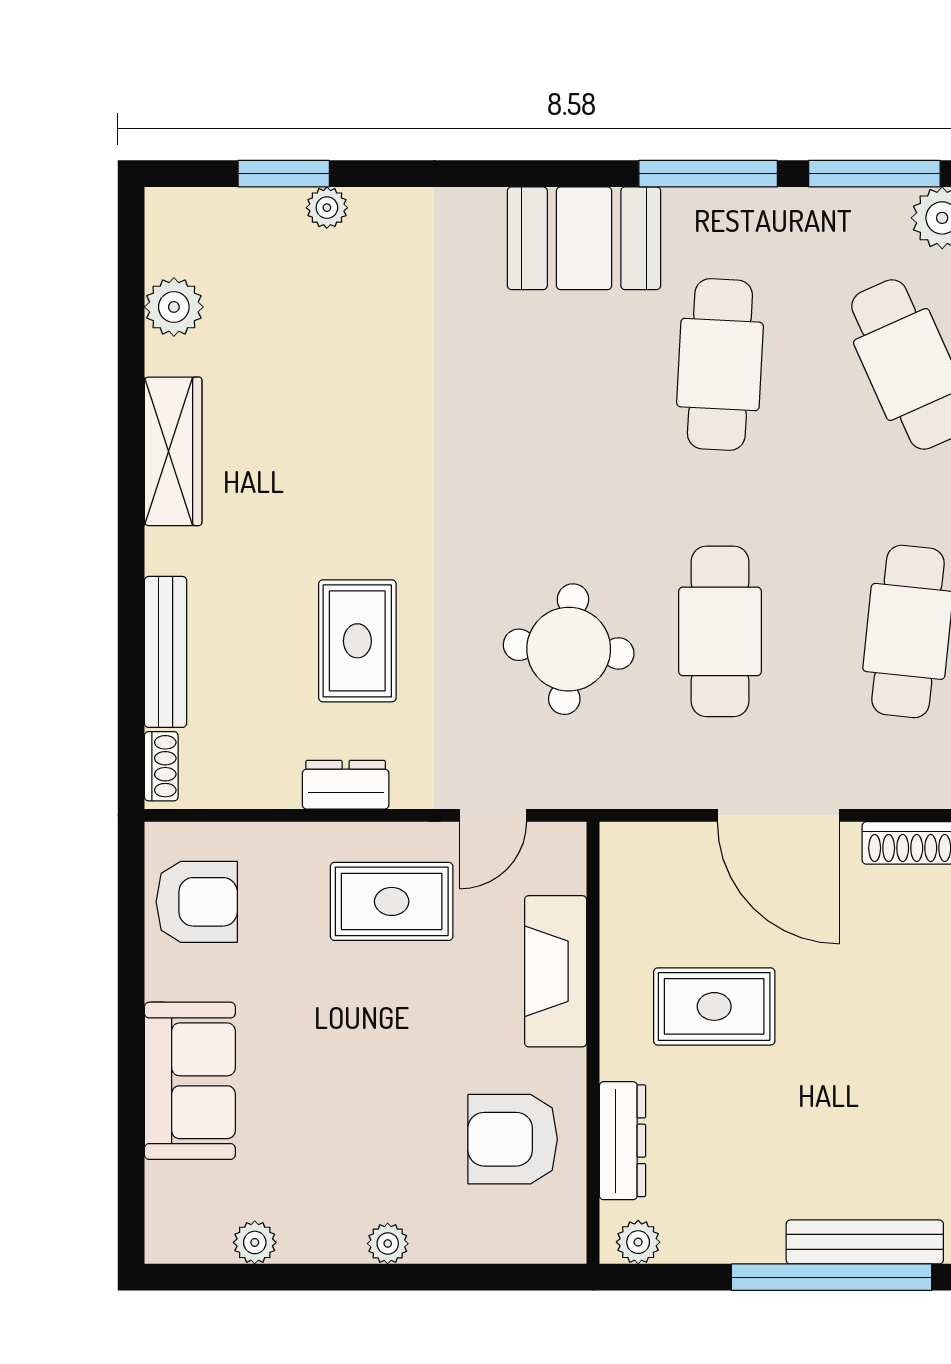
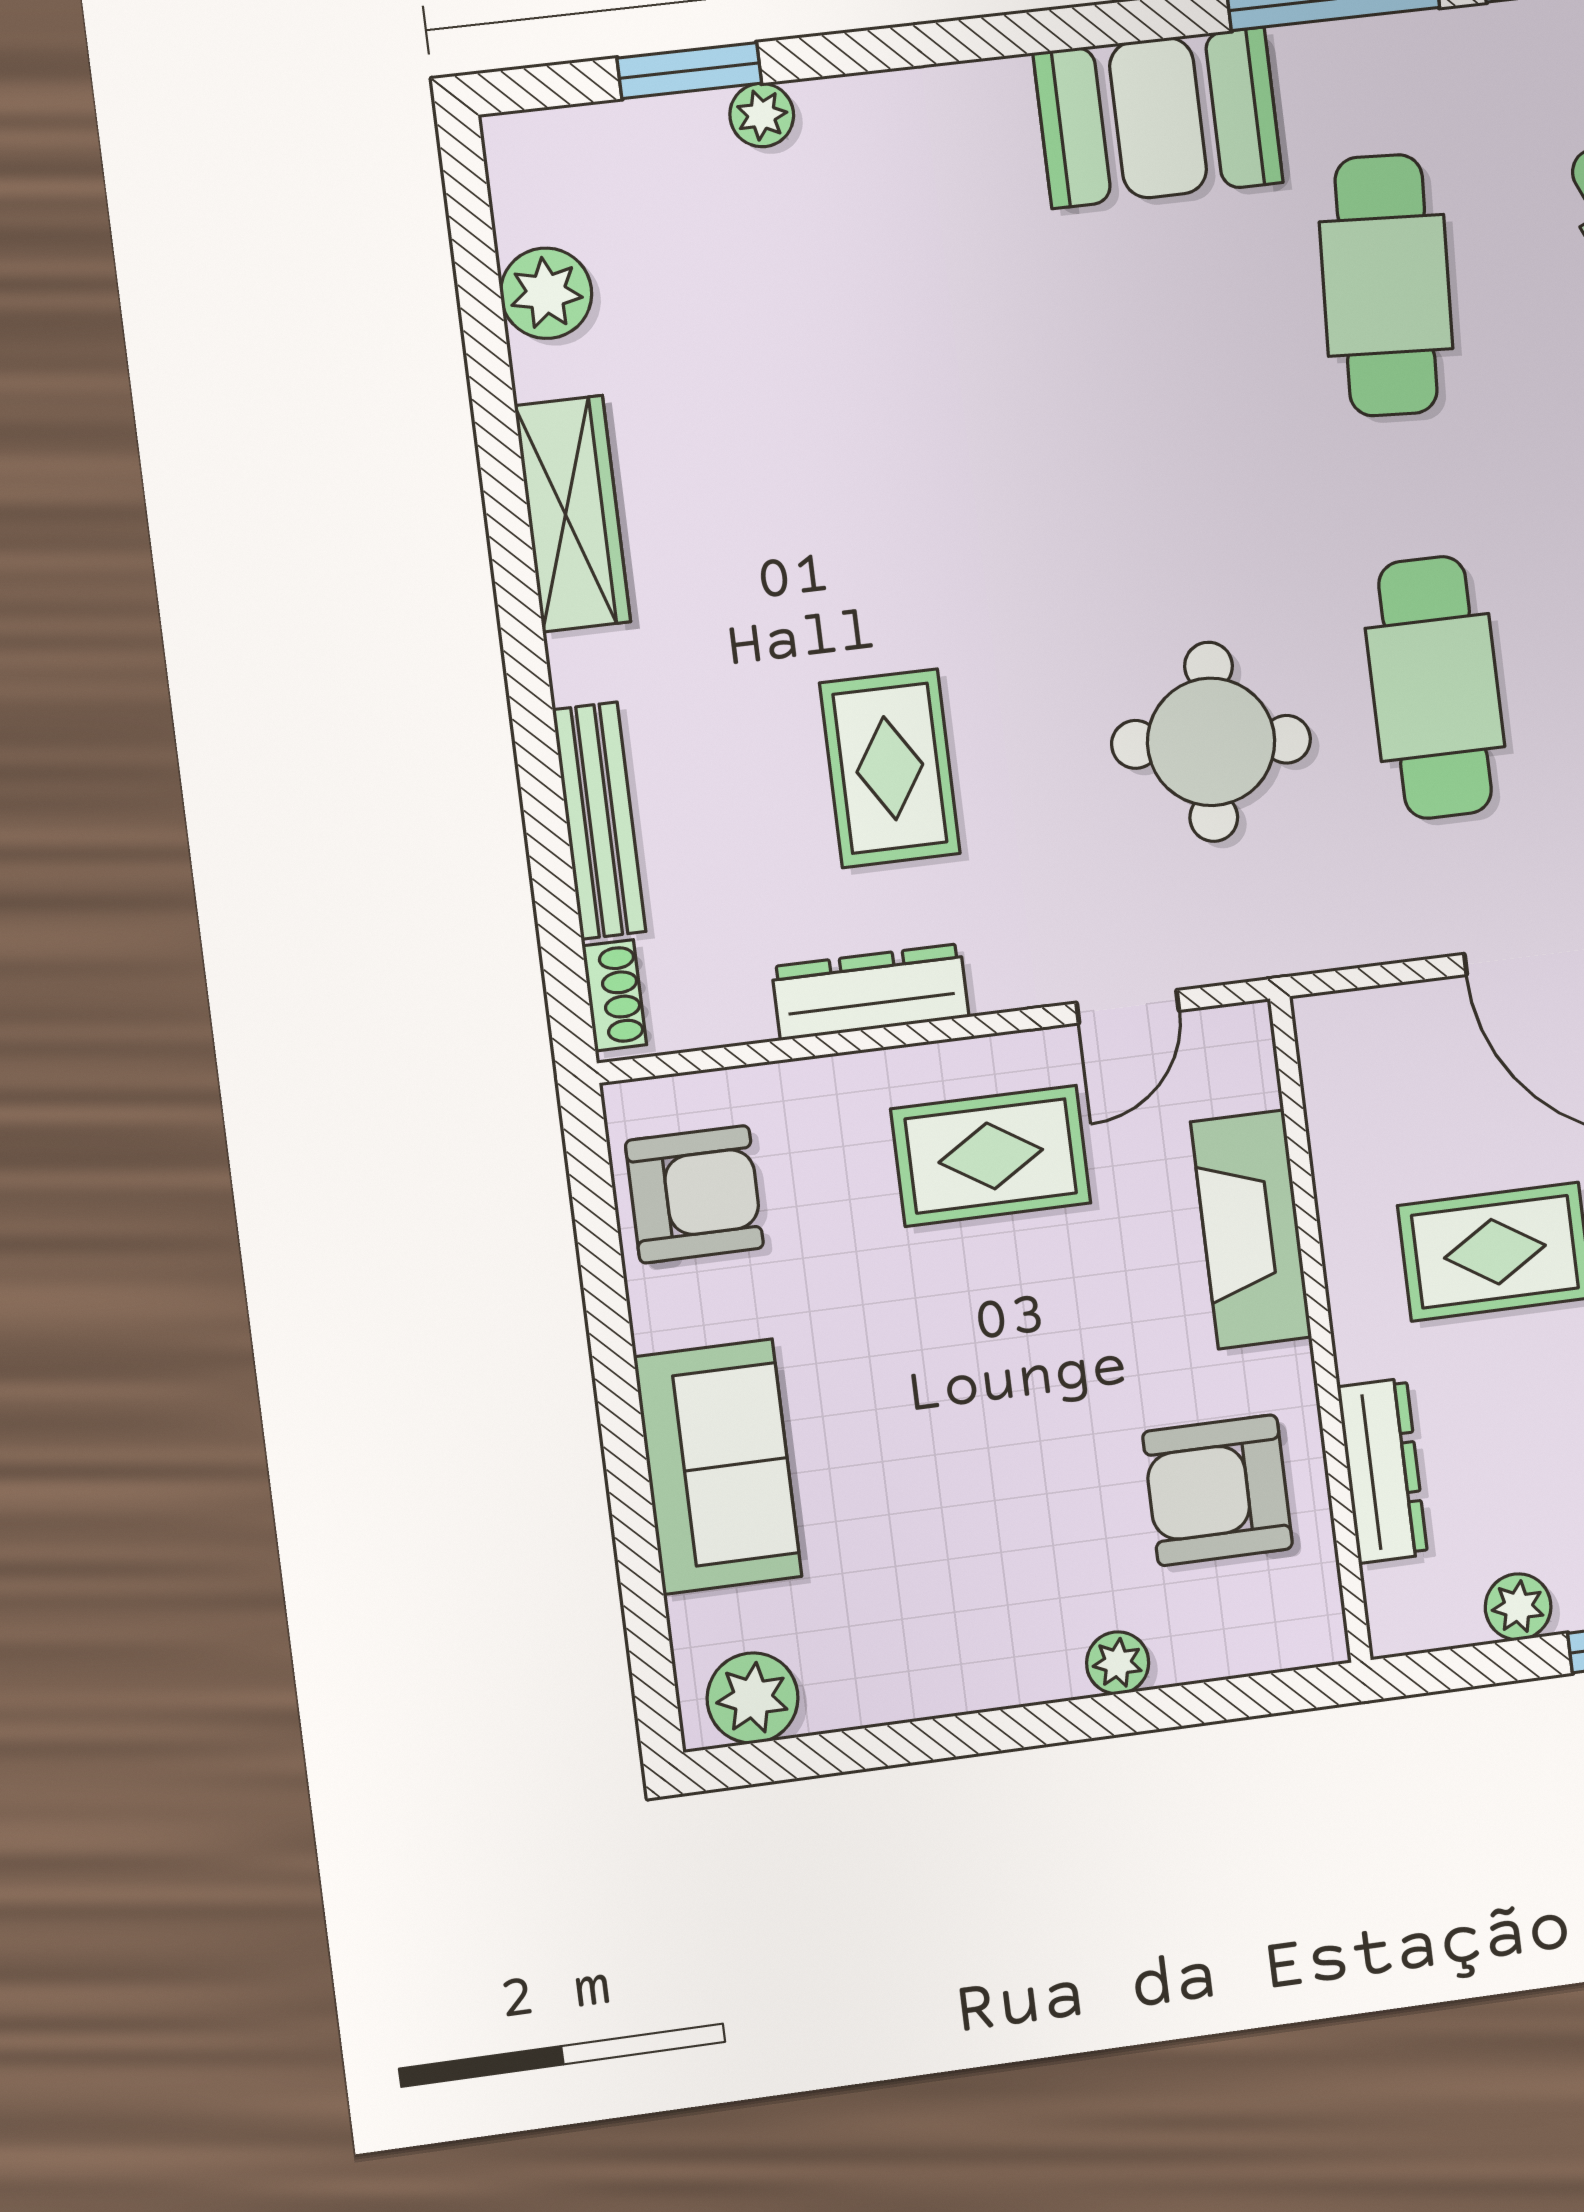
dresser: (346, 785) -> (870, 992), width x1.44
plant: (255, 1242) -> (753, 1698), moved, width x1.38, depth x1.38
plant: (638, 1242) -> (1518, 1607), moved
plant: (388, 1244) -> (1118, 1663), moved

